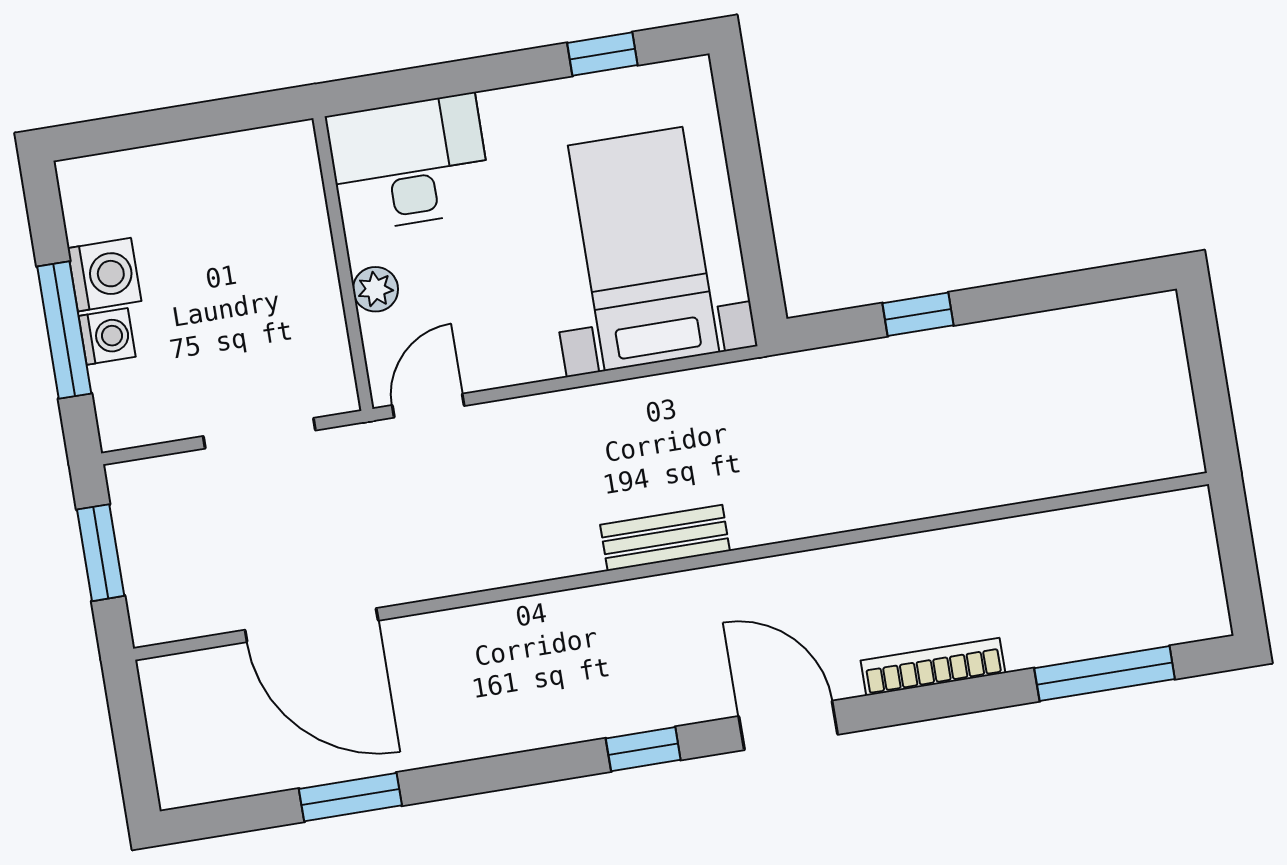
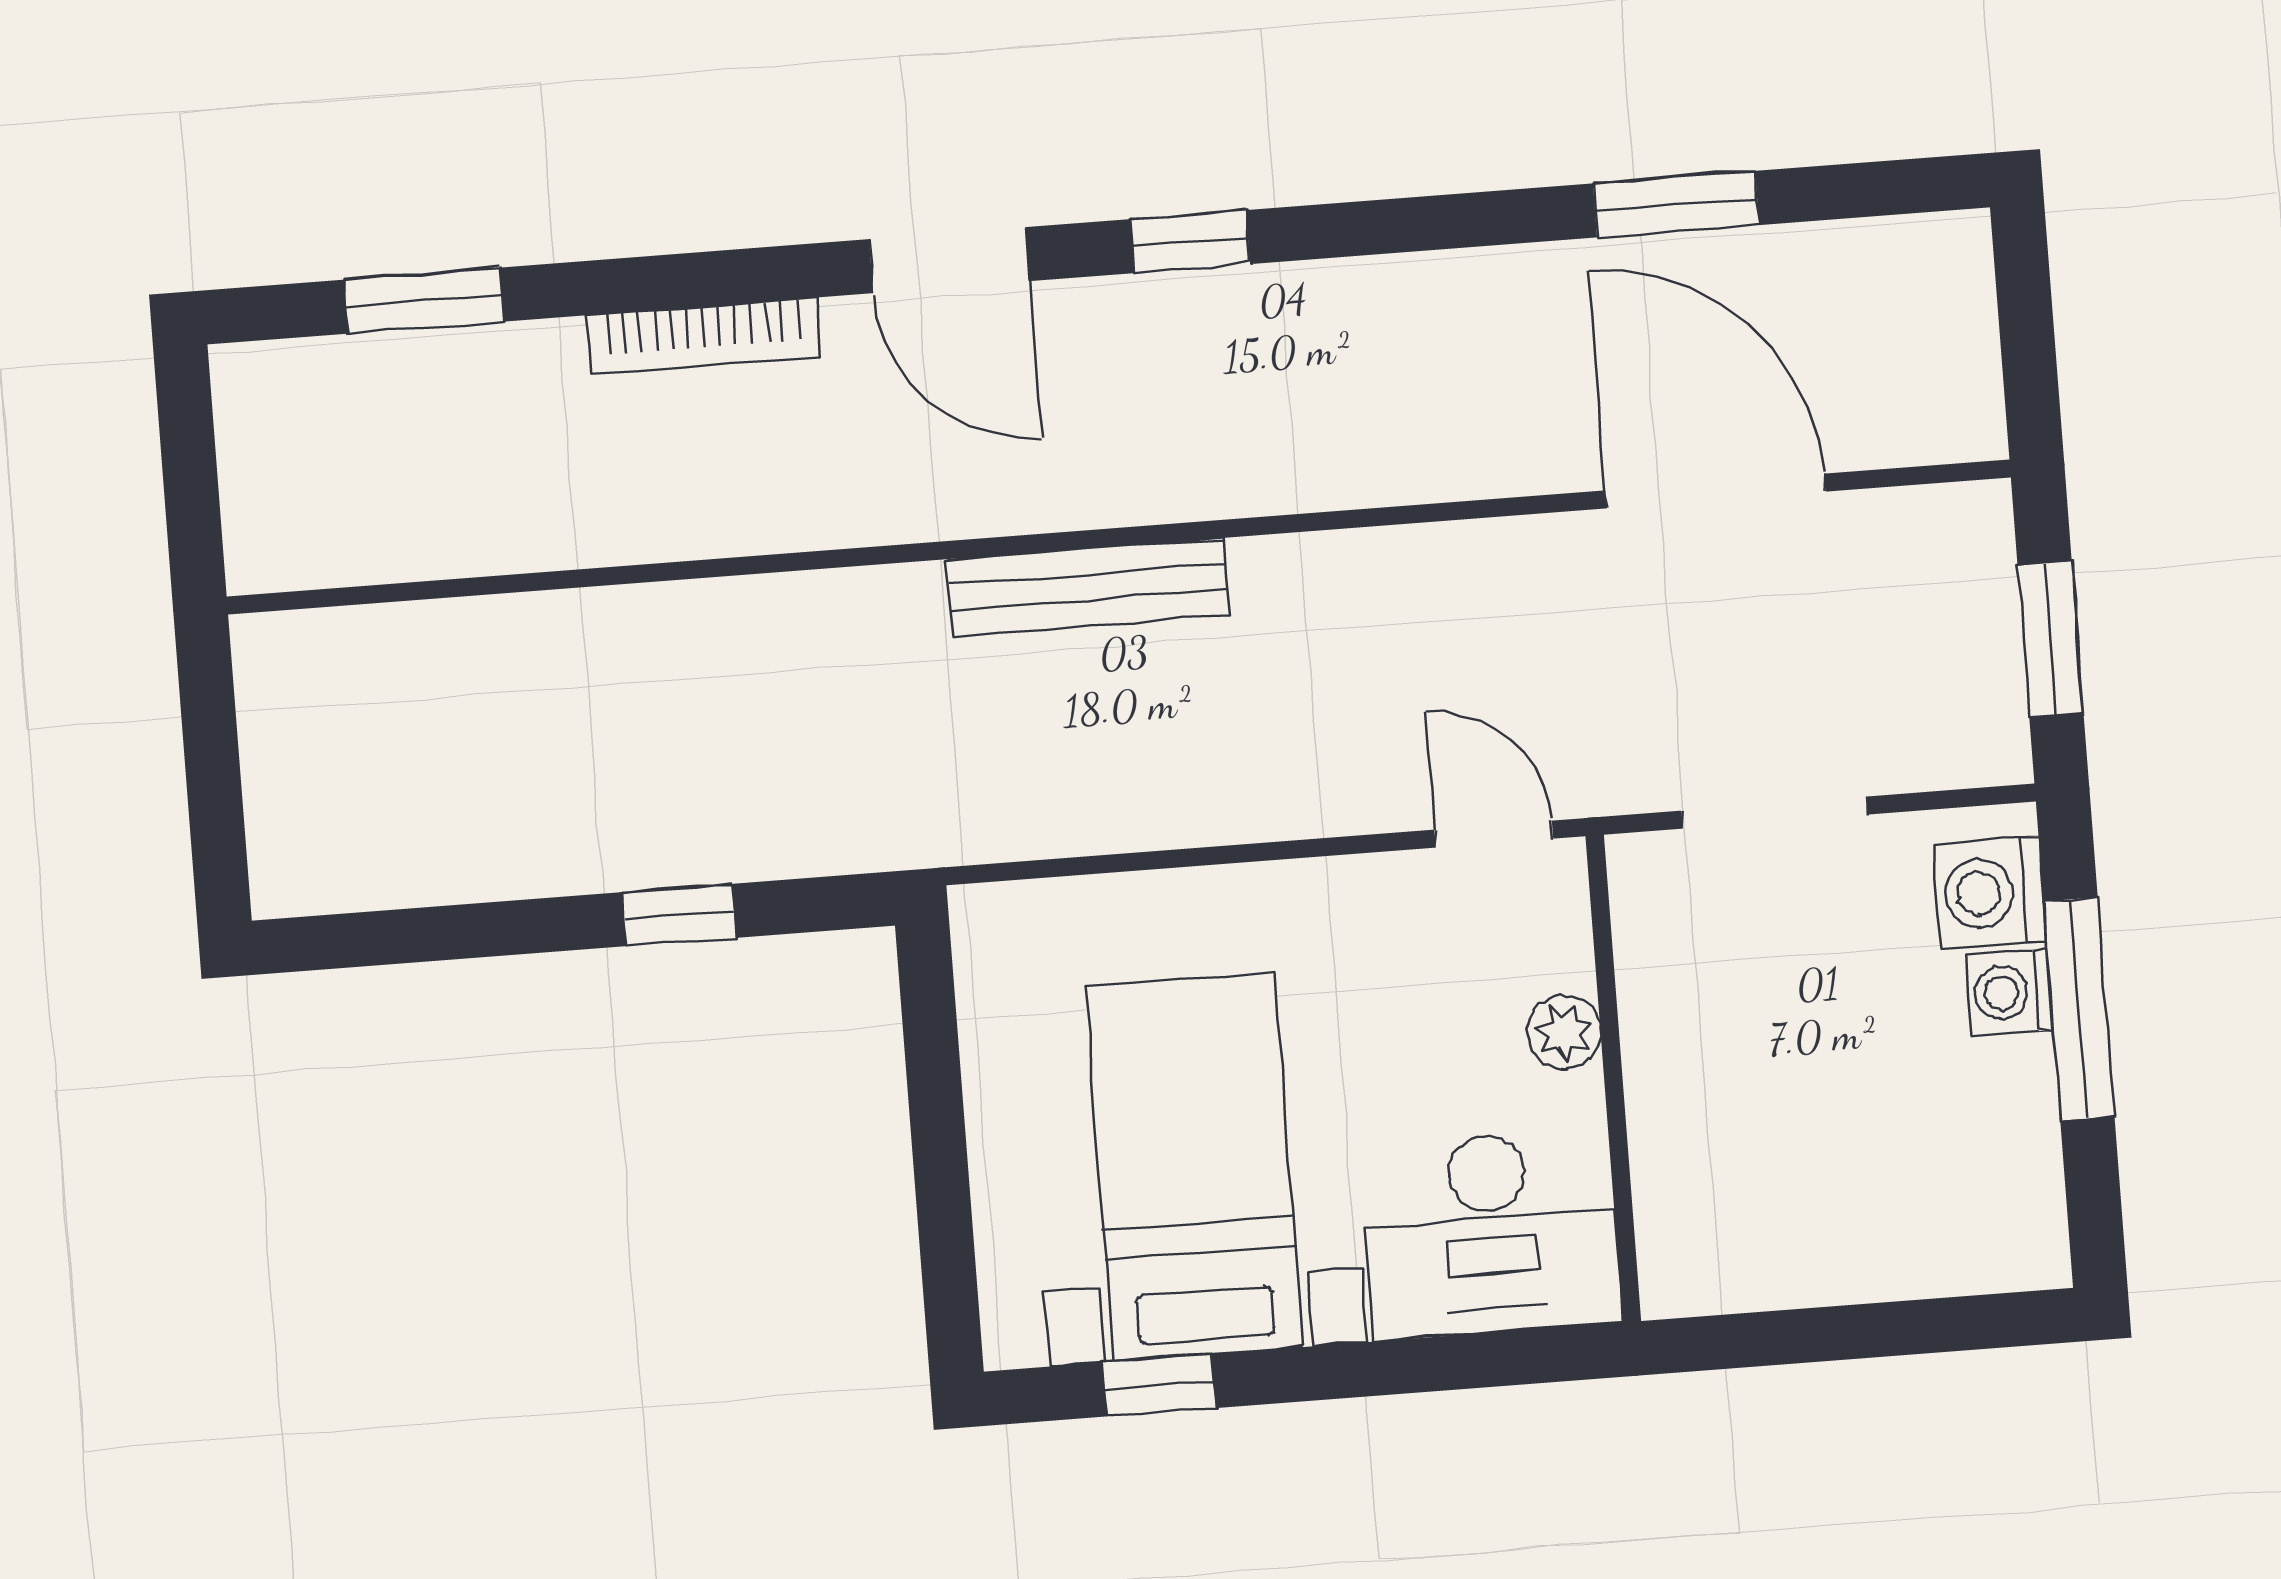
bed with nightstands: (644, 249) -> (1194, 1167), moved, turned 180
washing machine: (104, 275) -> (1990, 893), moved
door: (428, 406) -> (1494, 834), swing flipped
bench: (665, 538) -> (1088, 587), width x1.36
window: (1105, 674) -> (424, 301), width x0.69

